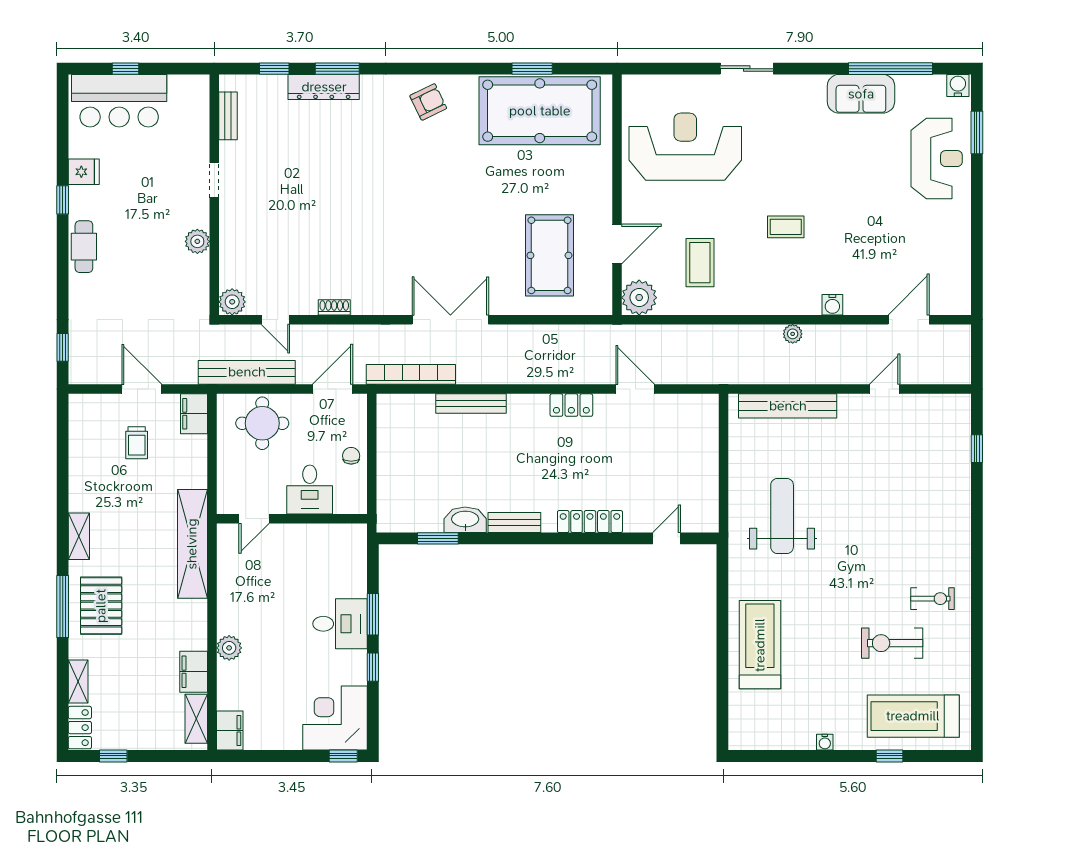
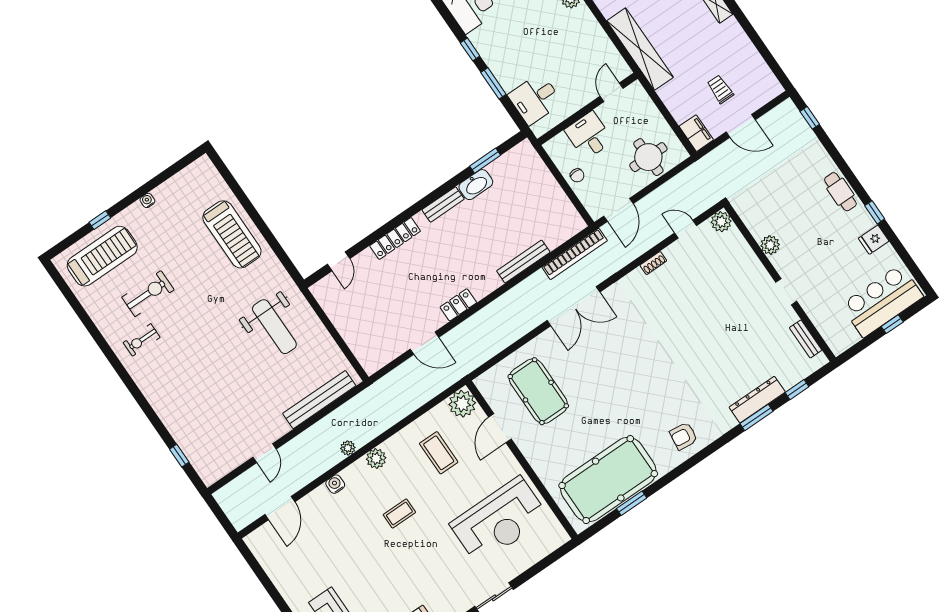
armchair: (428, 102) -> (684, 436), turned 33
plant: (770, 302) -> (376, 459), added
bench: (247, 372) -> (681, 183), removed
desk: (340, 624) -> (535, 99), moved

